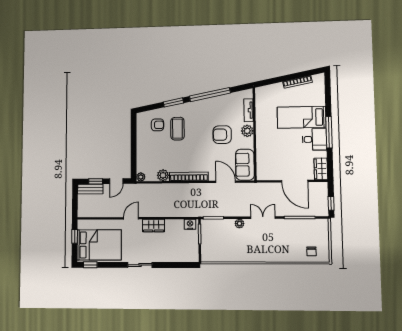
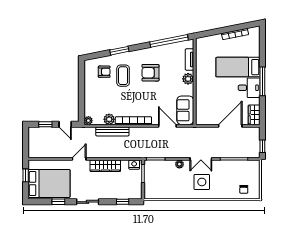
window: (210, 95) -> (169, 41), moved
armchair: (222, 135) -> (150, 73), moved
door: (116, 181) -> (65, 124), hinge flipped
door: (295, 181) -> (230, 126), swing flipped
bench: (90, 189) -> (112, 131), moved, width x1.36
double door: (263, 218) -> (201, 159), swing flipped
wardrobe: (154, 226) -> (105, 166), width x1.50
side table: (264, 243) -> (202, 182), added
window: (90, 265) -> (58, 202), moved
window: (178, 265) -> (123, 202), added

